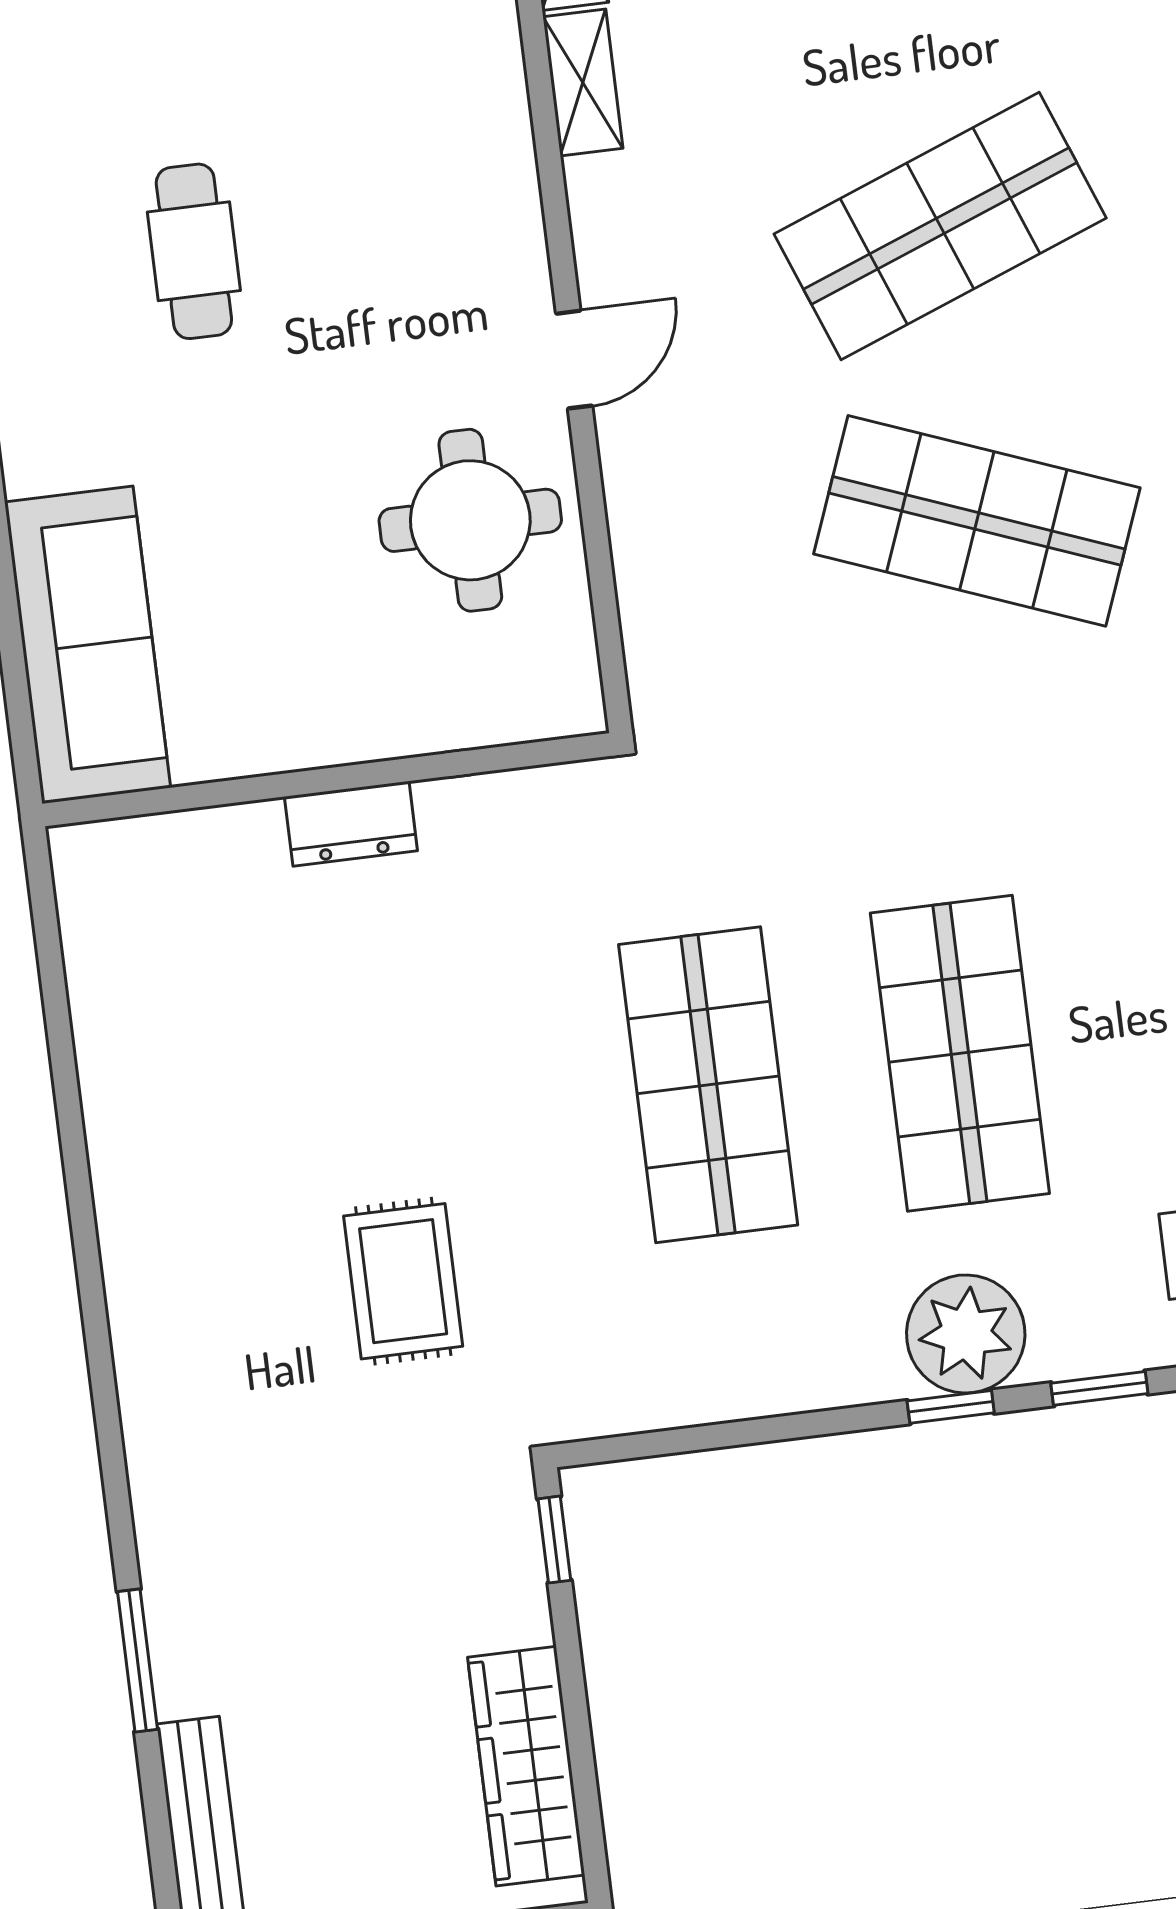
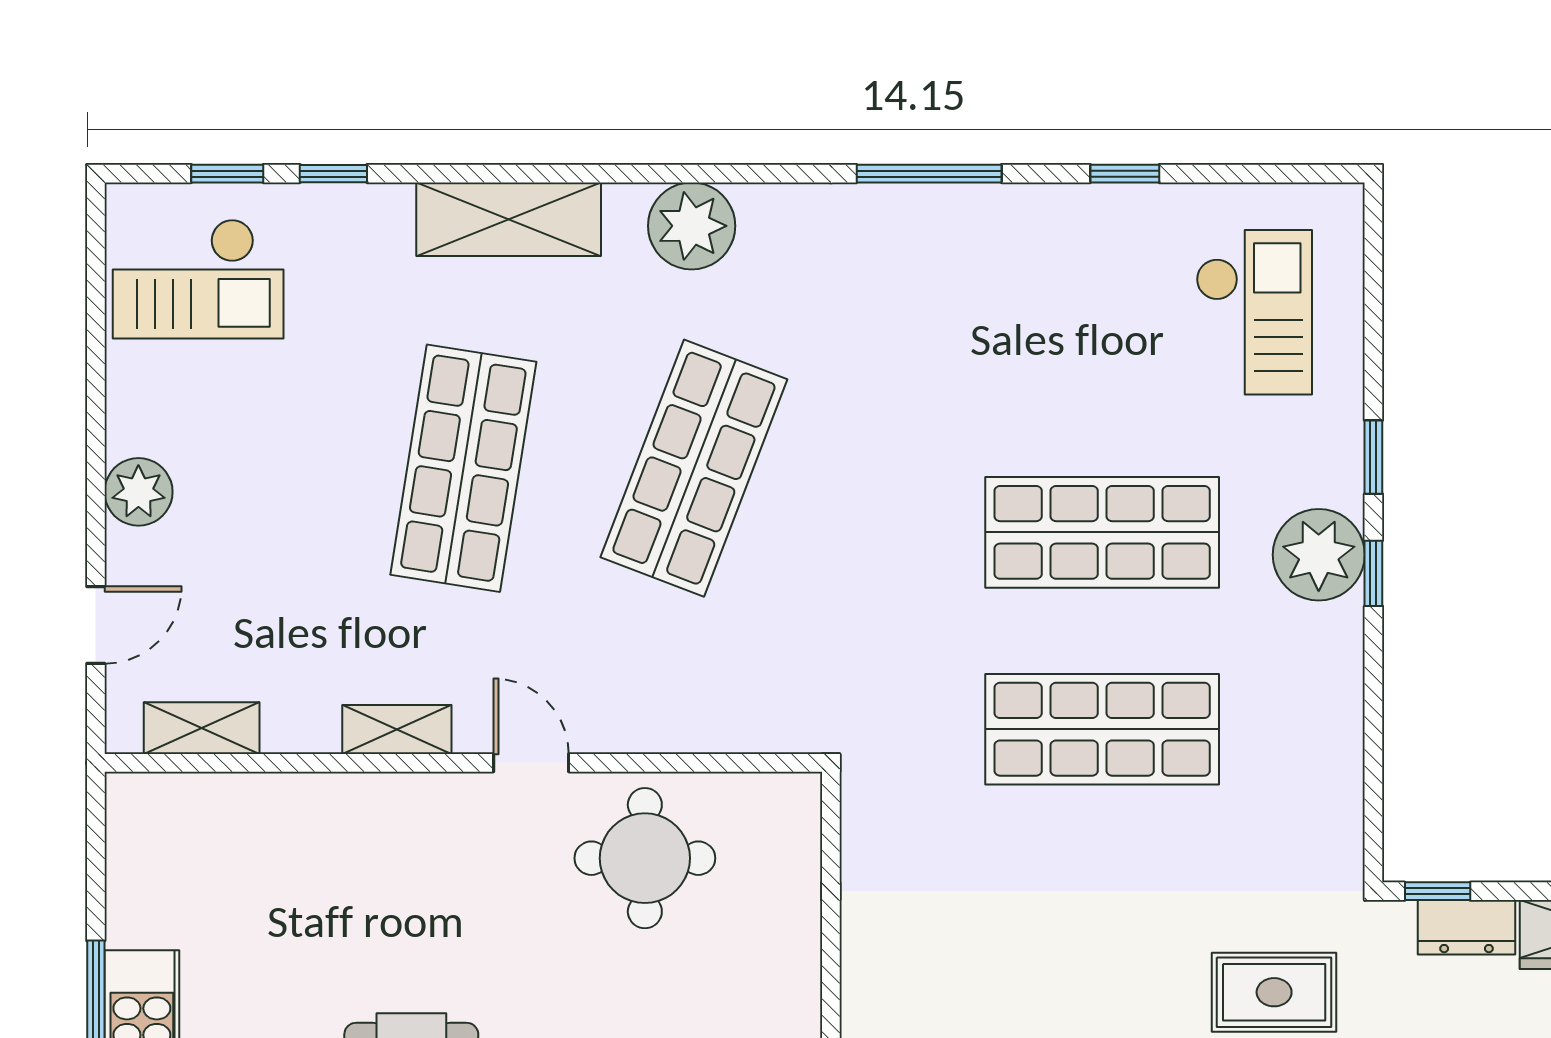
shelving: (583, 83) -> (397, 730), moved
shop shelf: (940, 226) -> (463, 468), turned 30
dresser: (351, 824) -> (1467, 927), moved, turned 90
rug: (403, 1281) -> (1274, 992), moved

